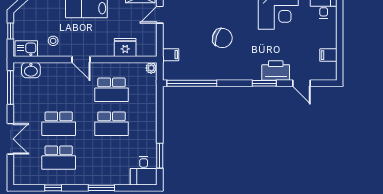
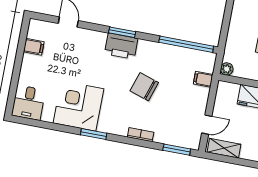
printer: (276, 71) -> (121, 46), moved
window: (264, 83) -> (122, 32), moved

